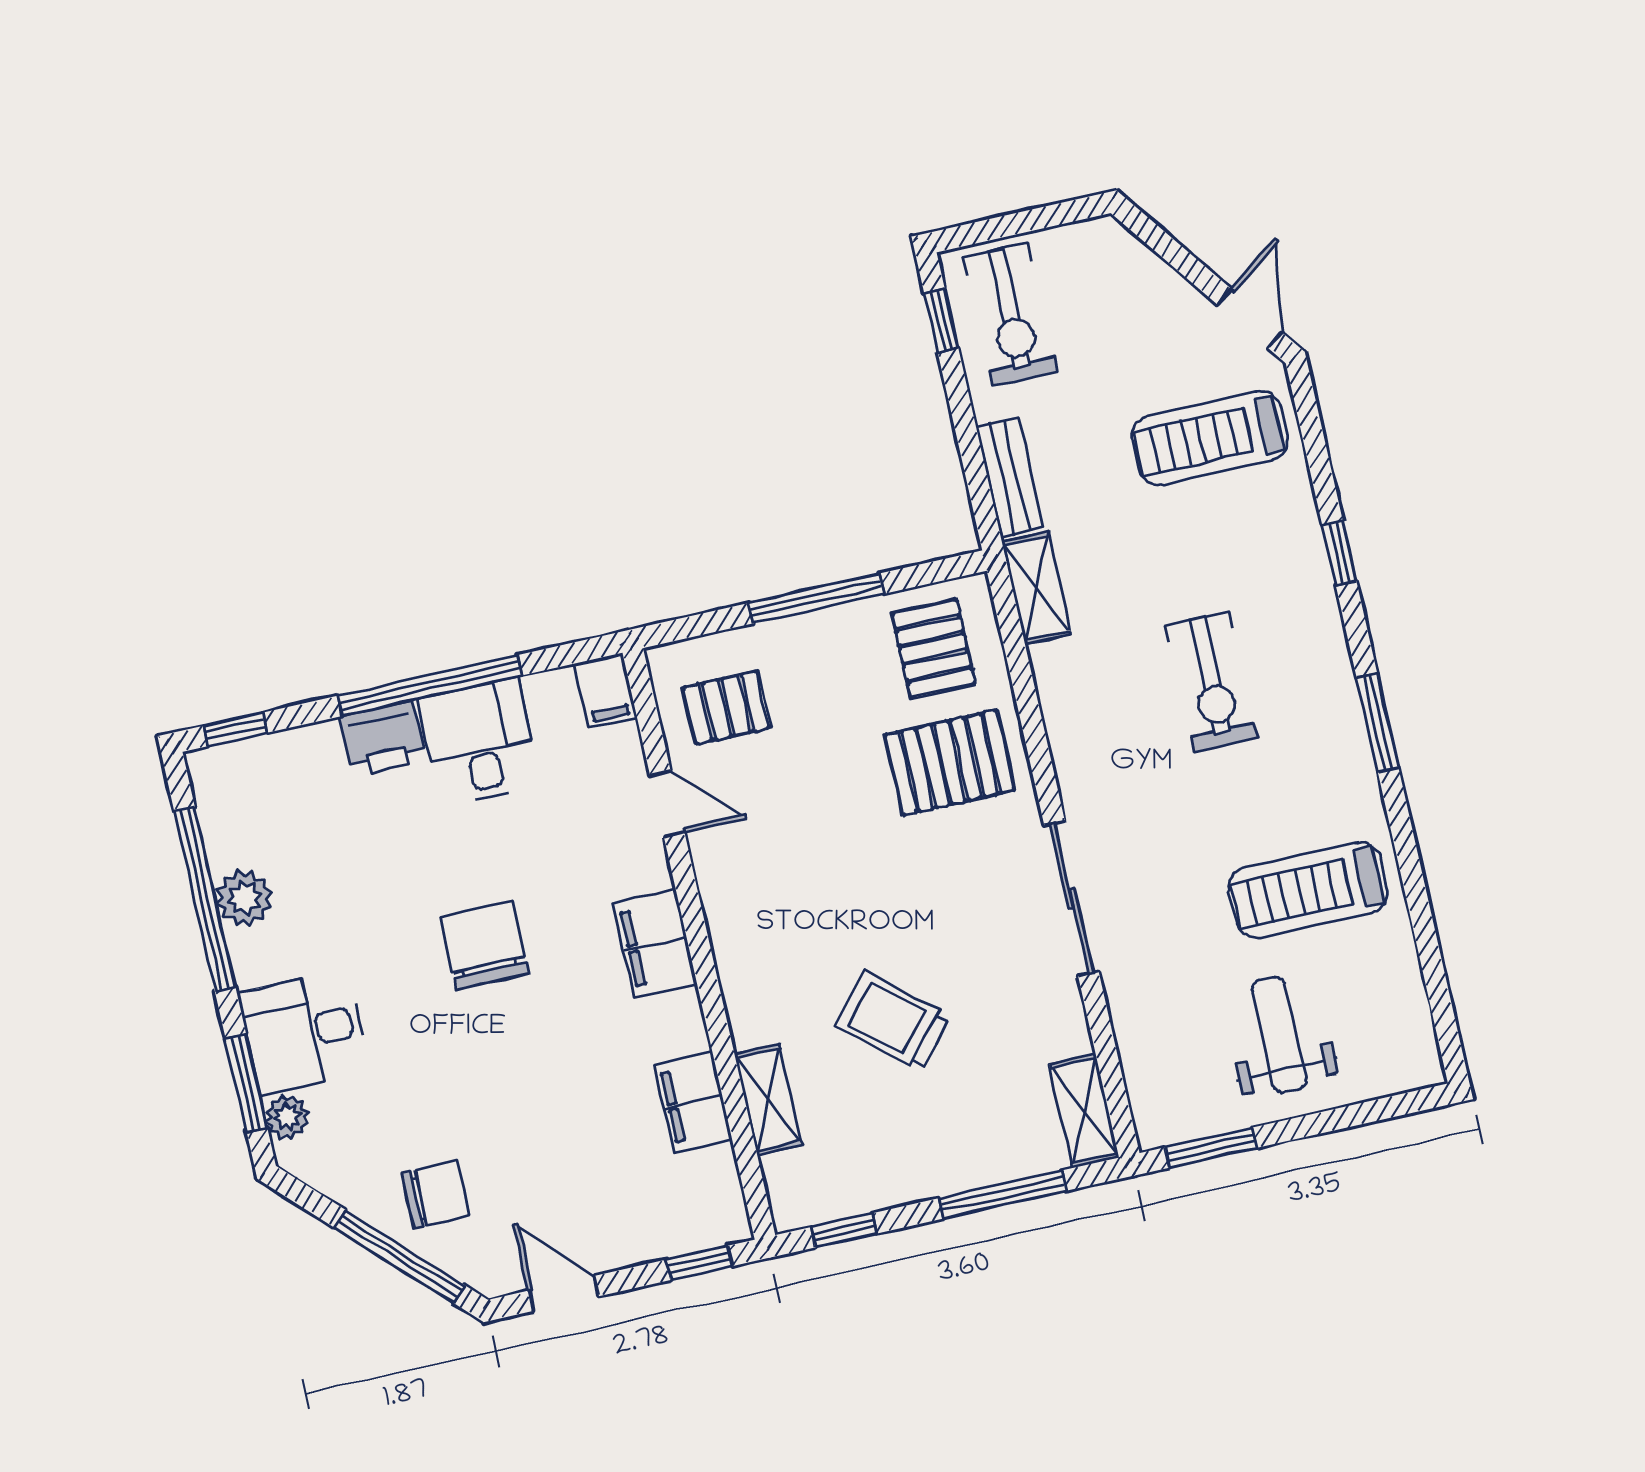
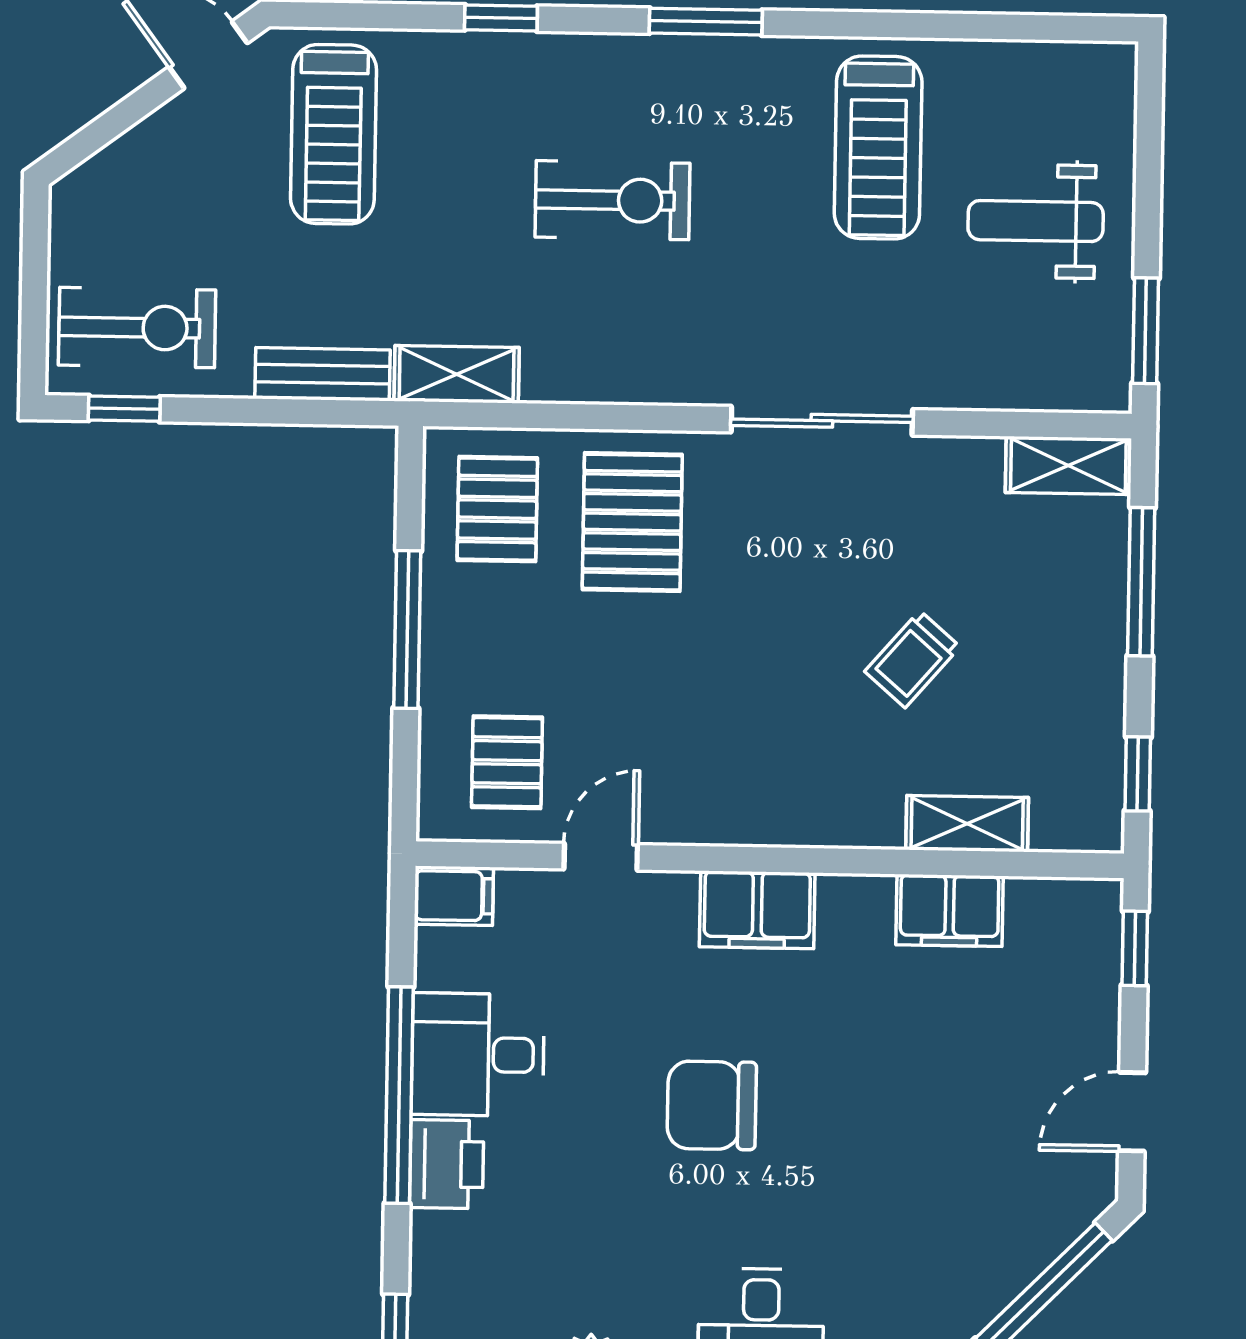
pallet: (933, 649) -> (497, 509), turned 90
trolley: (893, 1021) -> (912, 659), width x0.73, depth x0.72
chair: (435, 1195) -> (983, 1231), removed

